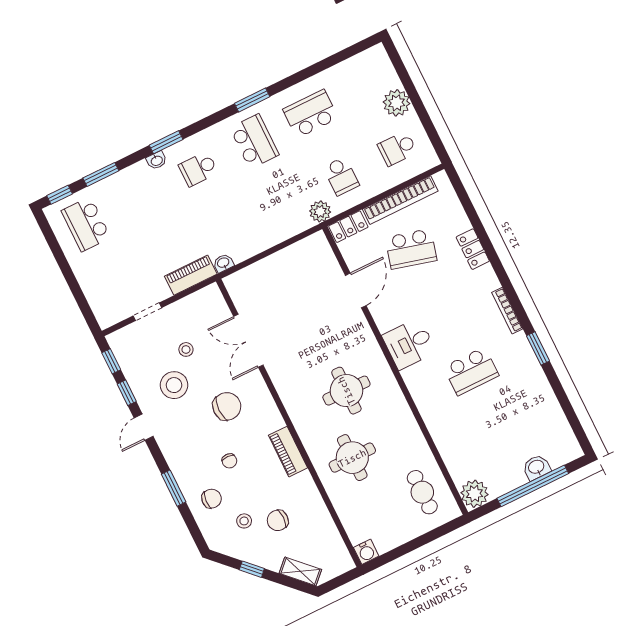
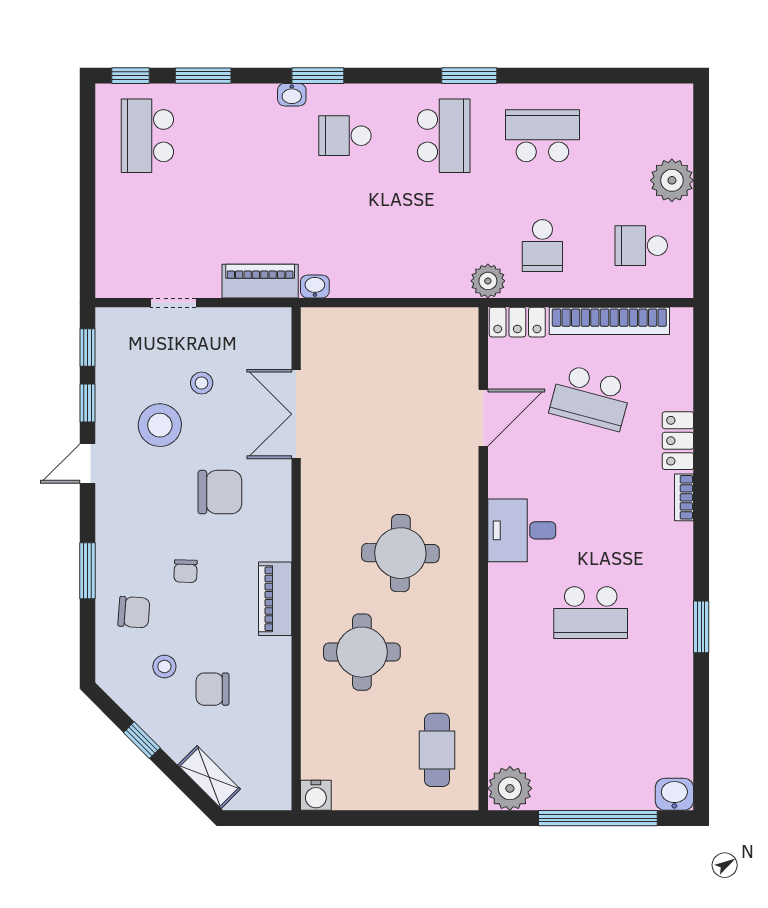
bookcase: (507, 311) -> (684, 497), moved, width x0.64
washbasin: (536, 467) -> (674, 794), moved

